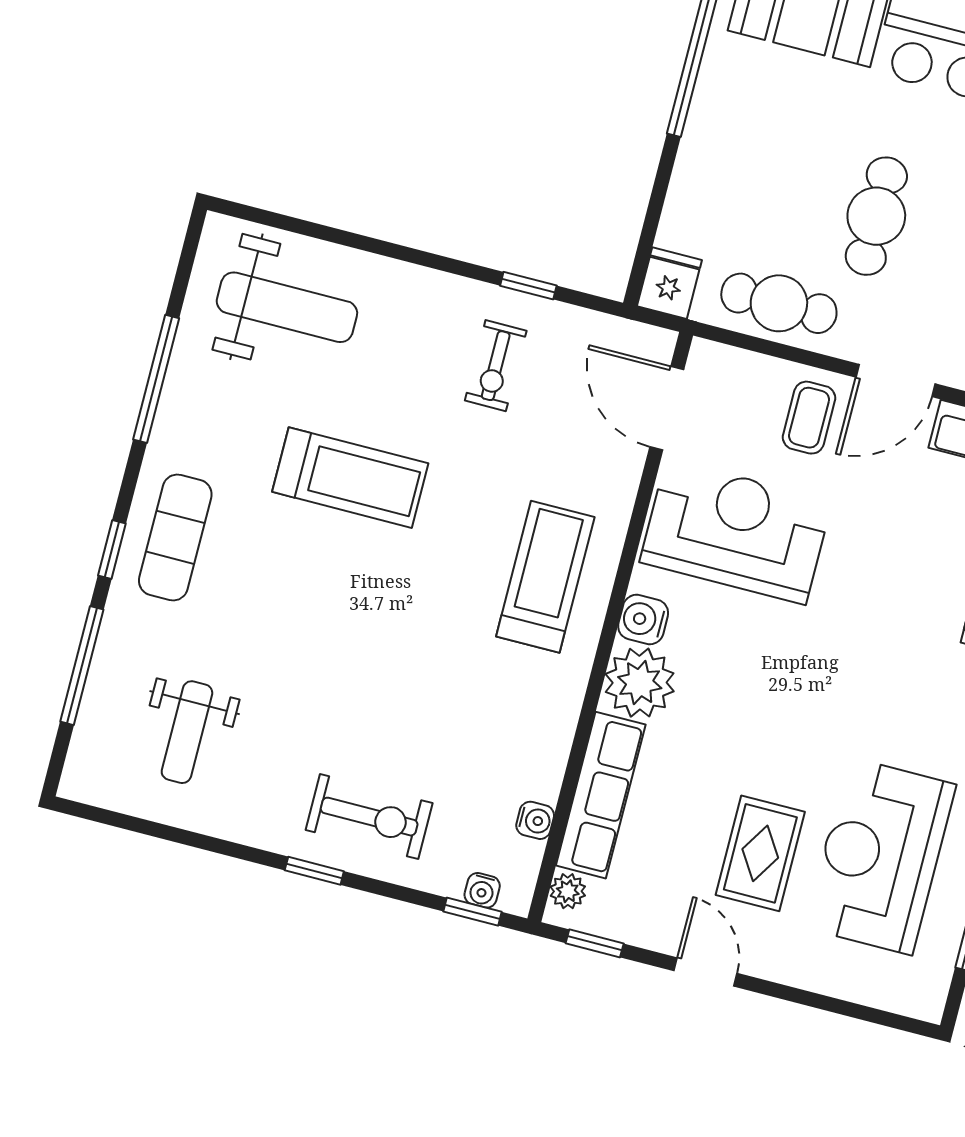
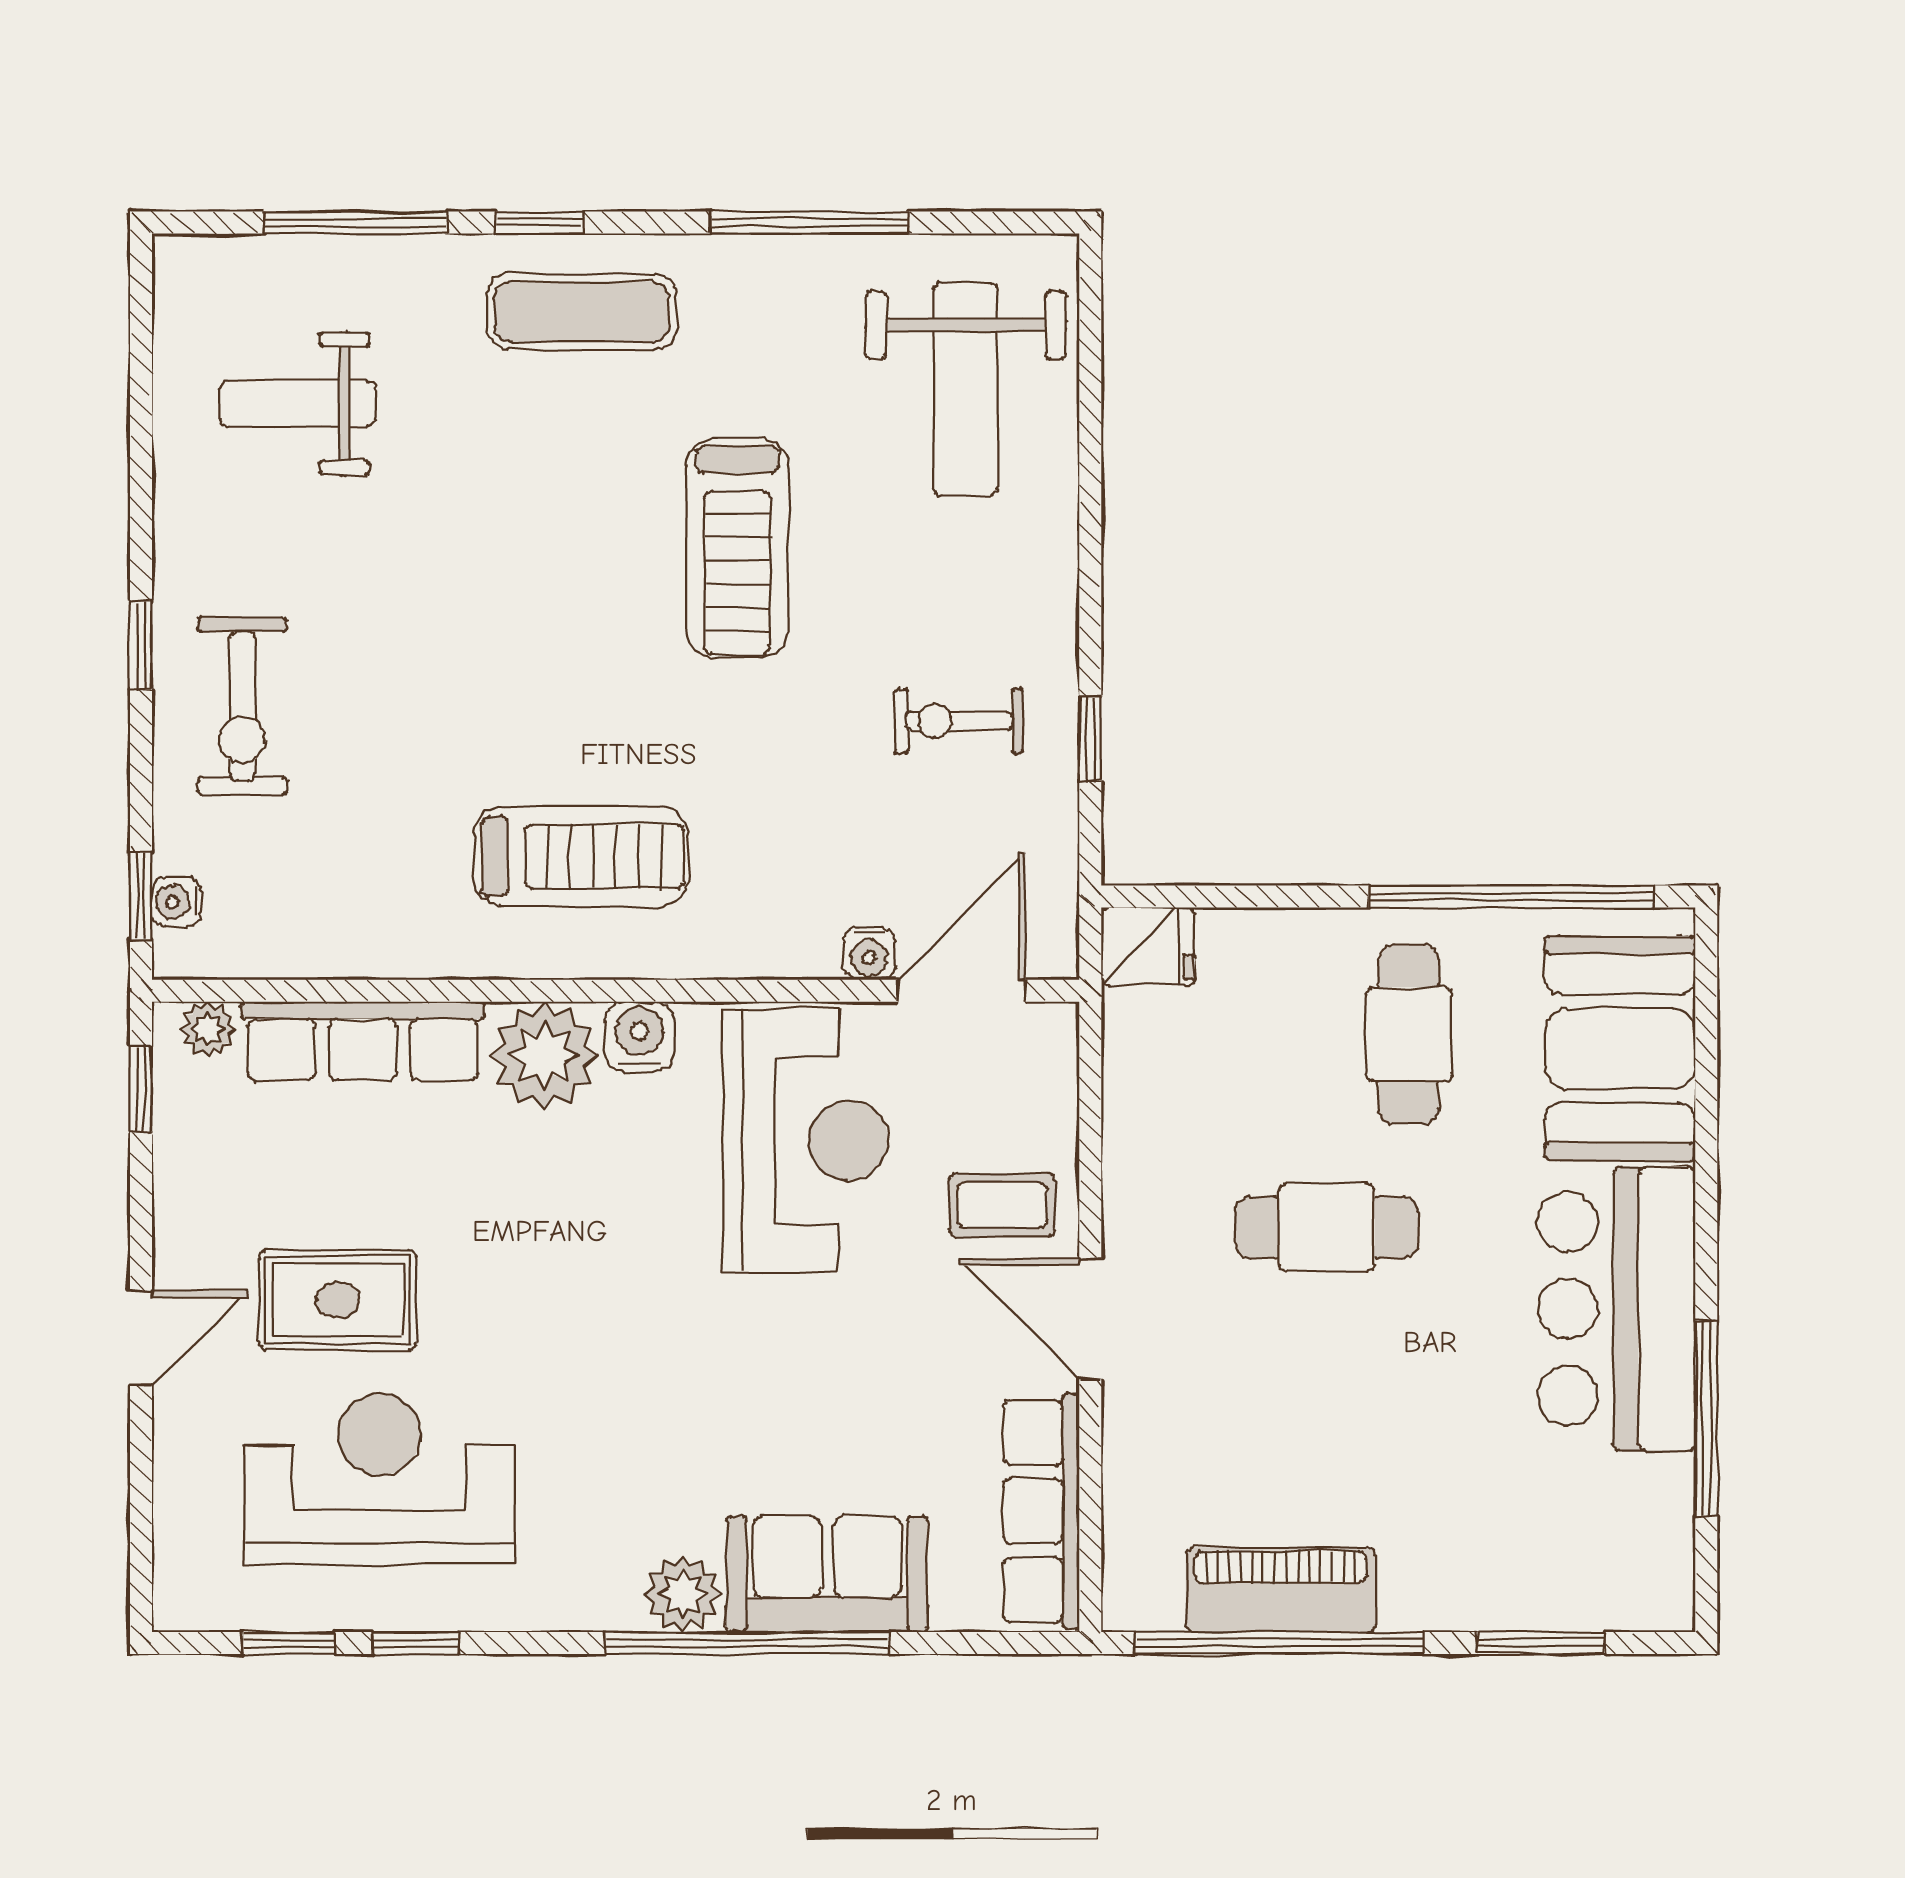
cafe table: (779, 303) -> (1409, 1034), moved
treadmill: (545, 577) -> (581, 856), moved
water cooler: (535, 820) -> (869, 954), moved
door: (706, 972) -> (141, 1338), moved

